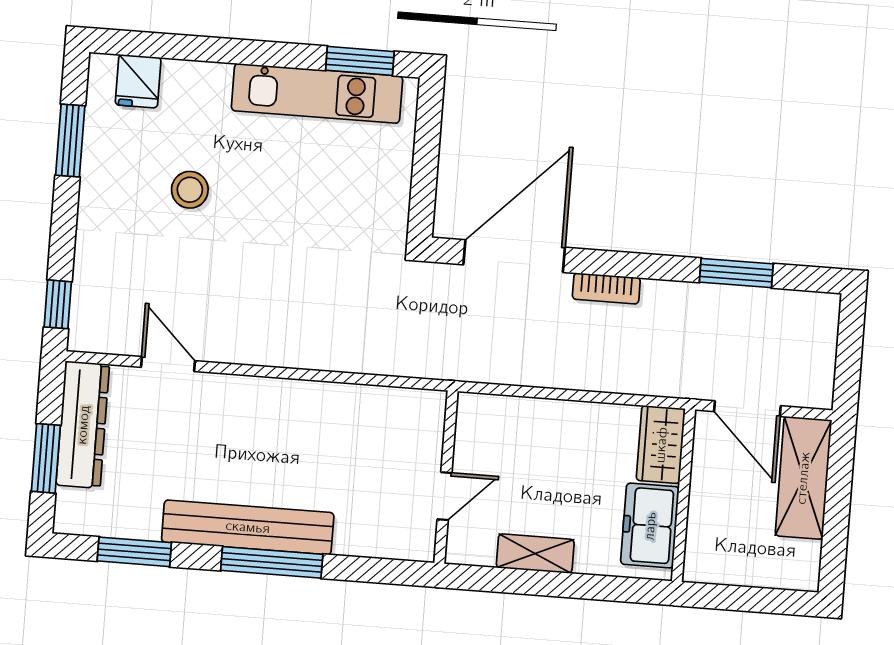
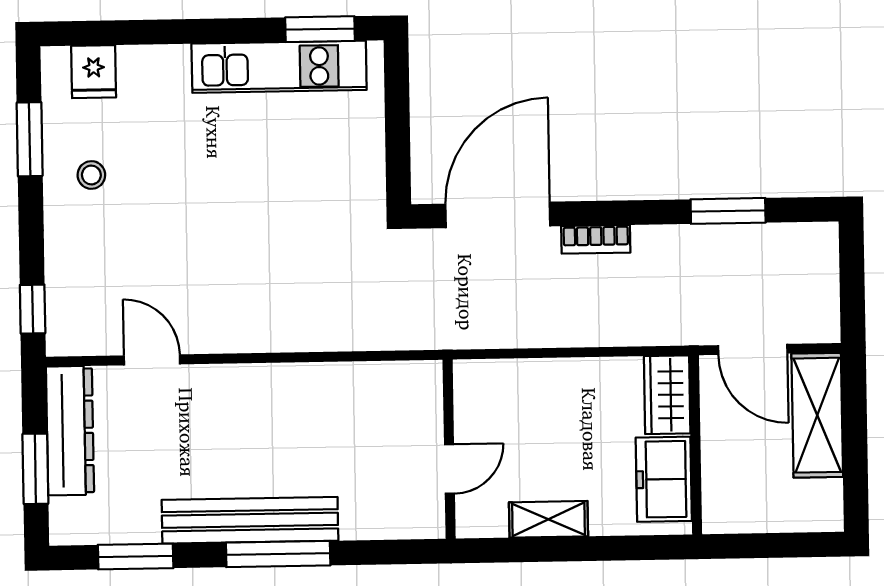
stool: (190, 190) -> (91, 175), moved, width x0.73, depth x0.73

